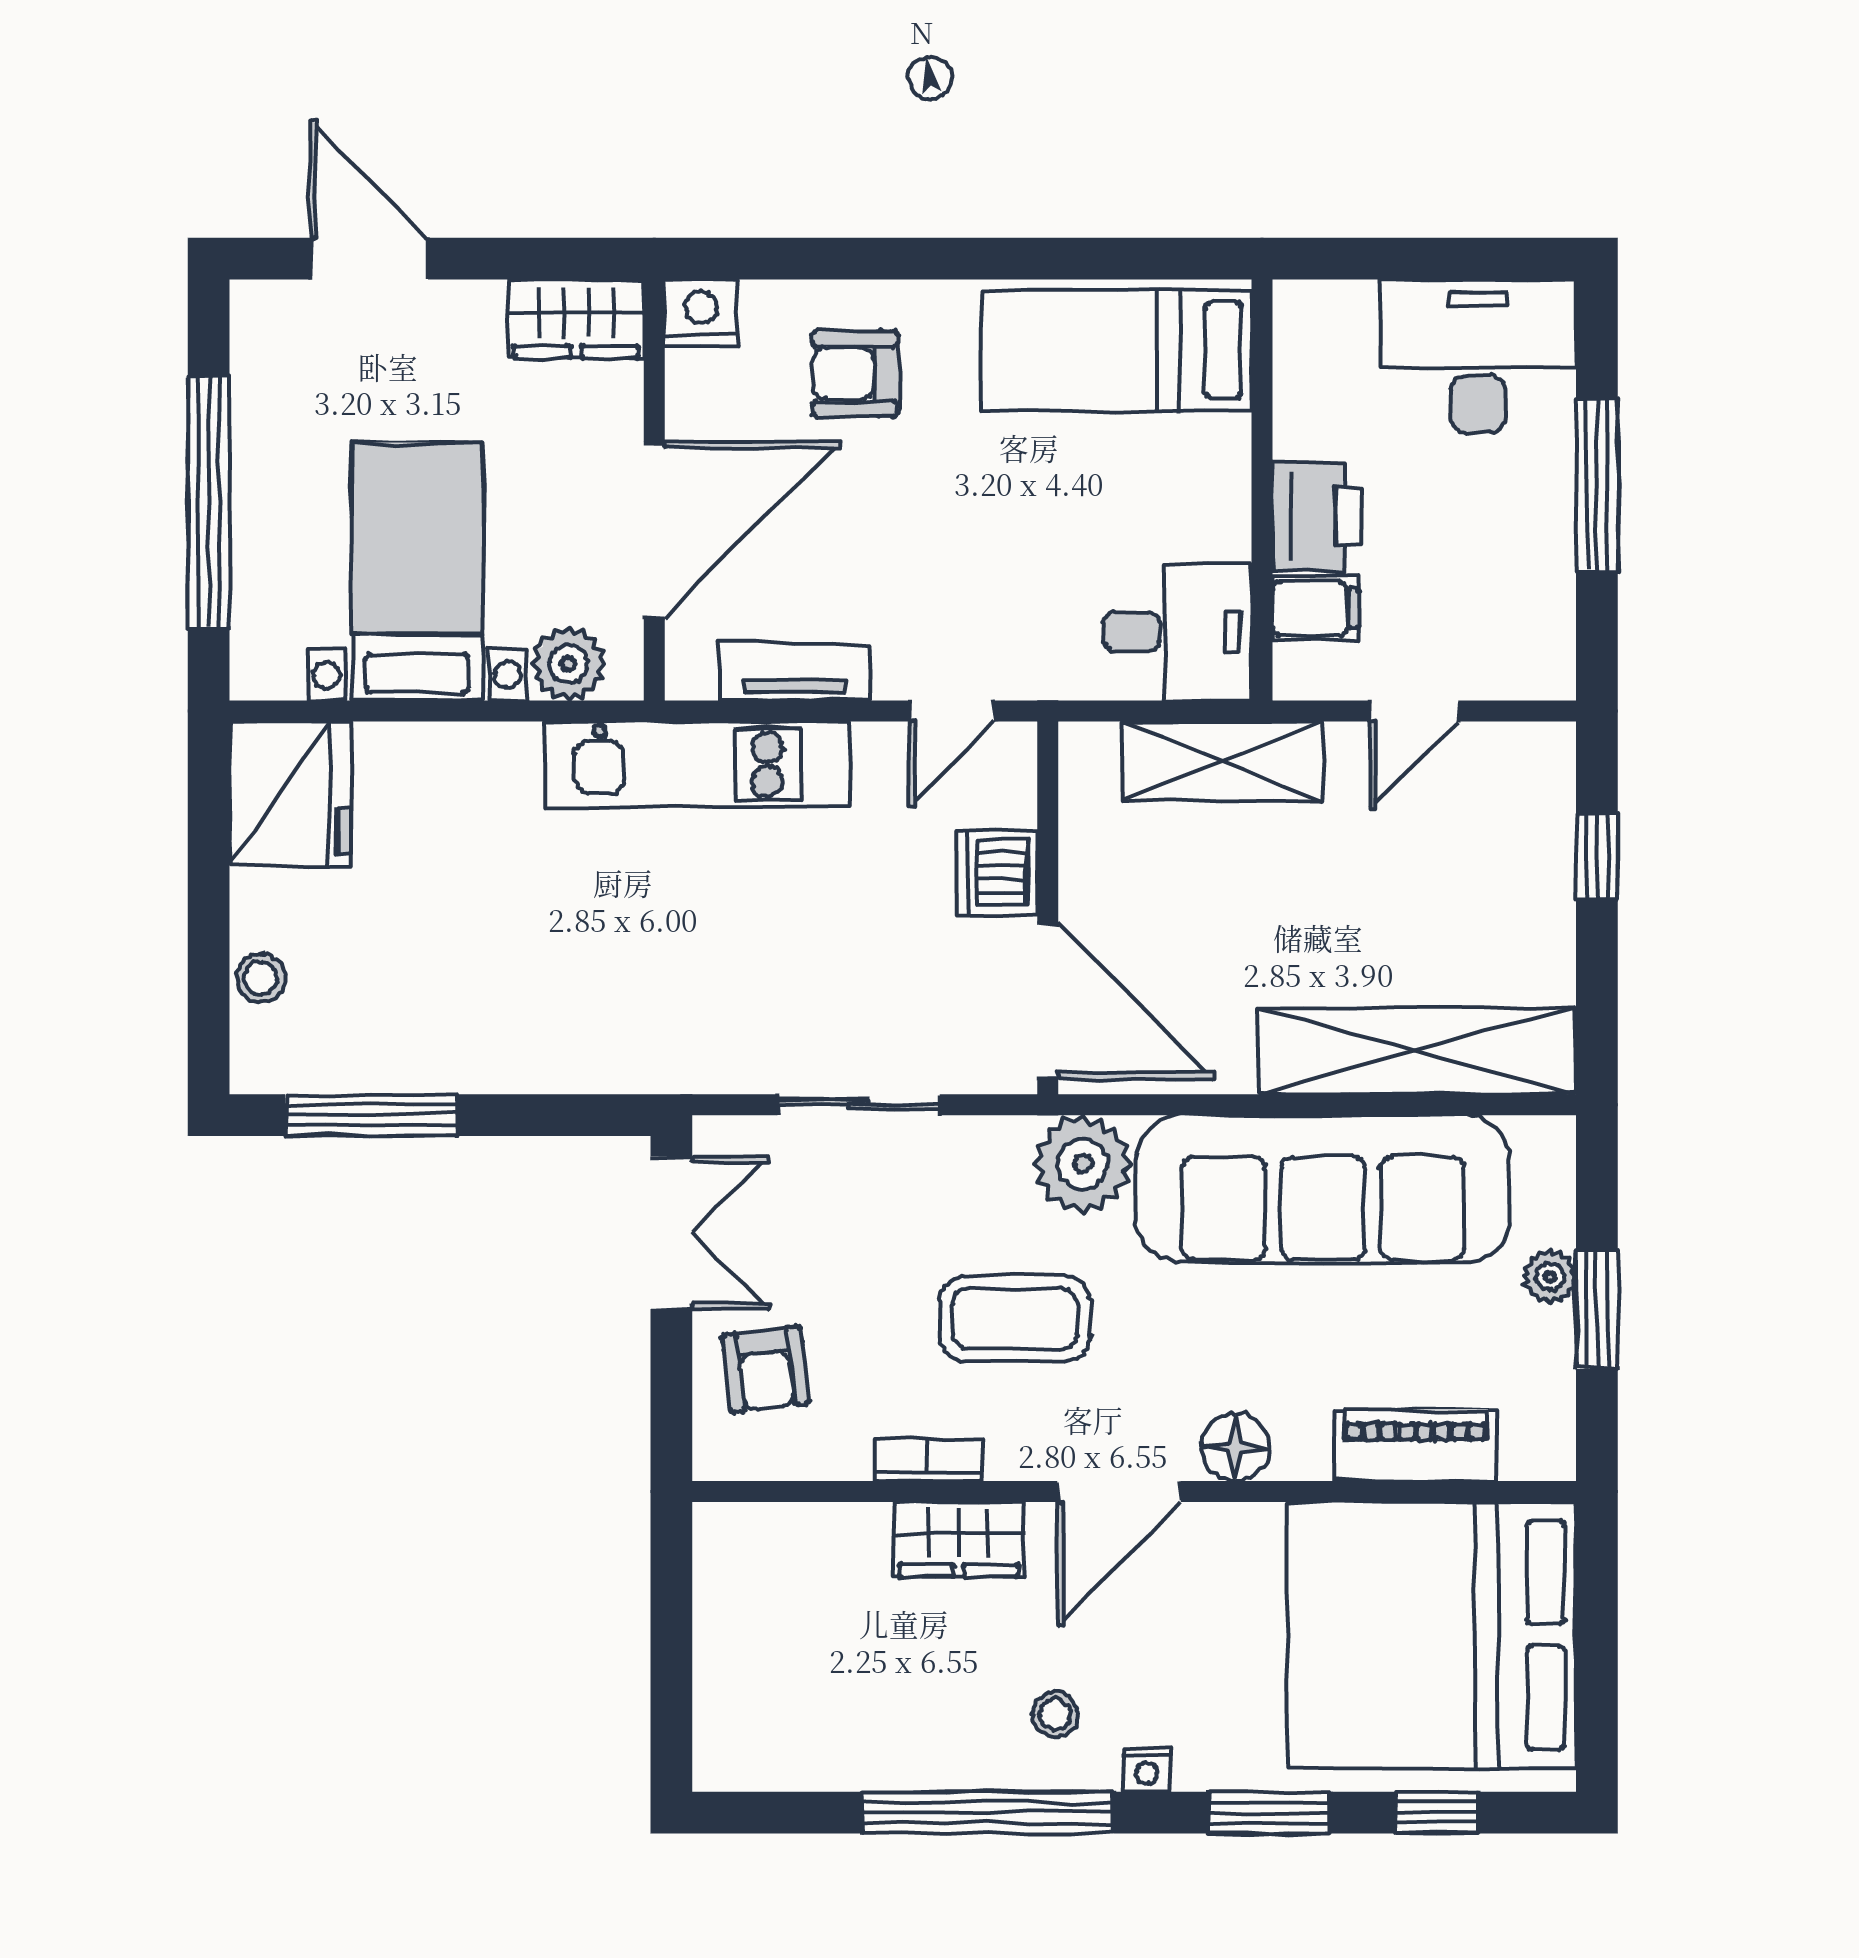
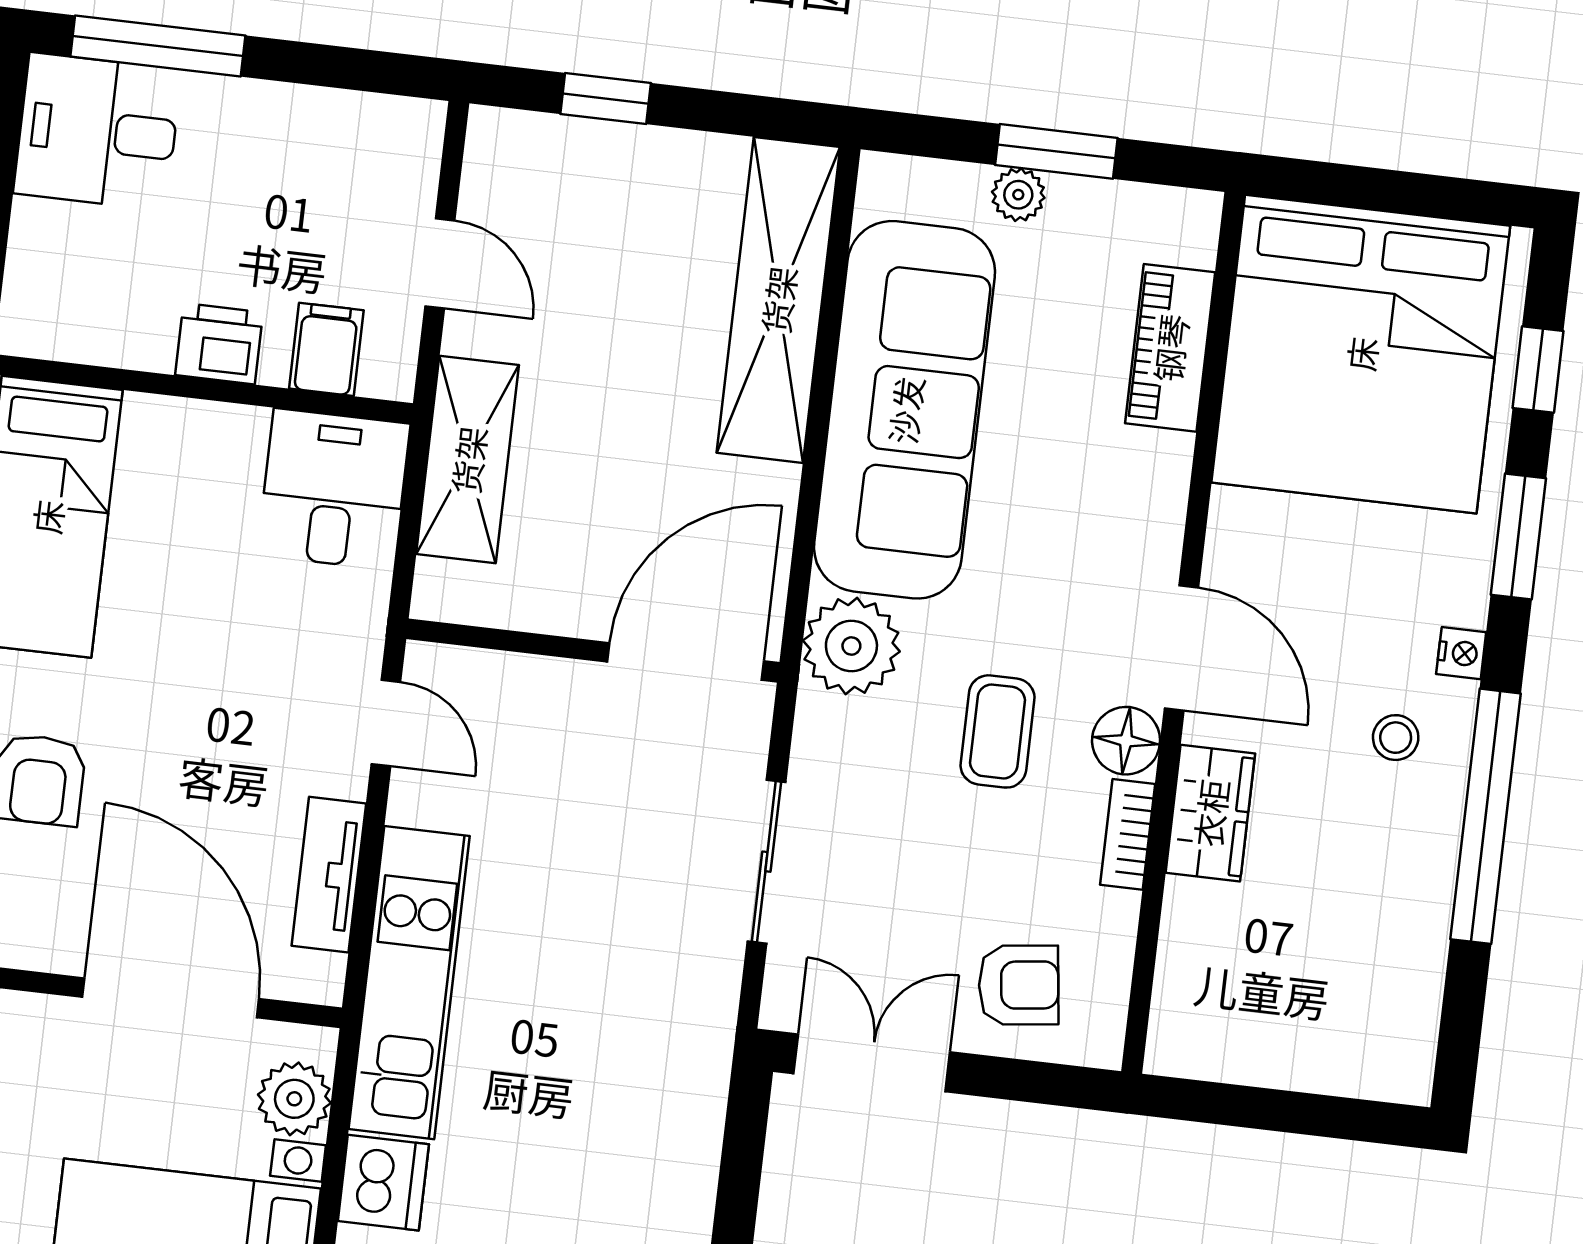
desk: (1478, 356) -> (98, 132), width x0.73
window: (1597, 485) -> (158, 46), moved
printer: (1317, 516) -> (219, 344), width x0.73, depth x0.81
dishwasher: (997, 873) -> (383, 1183), moved, turned -90
coffee table: (1015, 1319) -> (998, 731), width x0.73, depth x0.77
floor lamp: (1236, 1447) -> (1126, 741), moved

